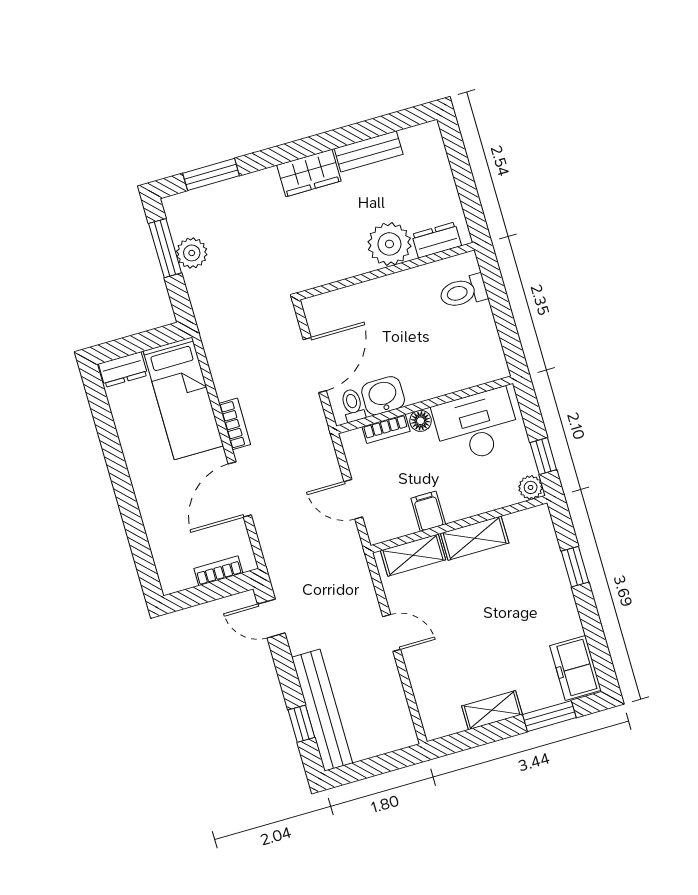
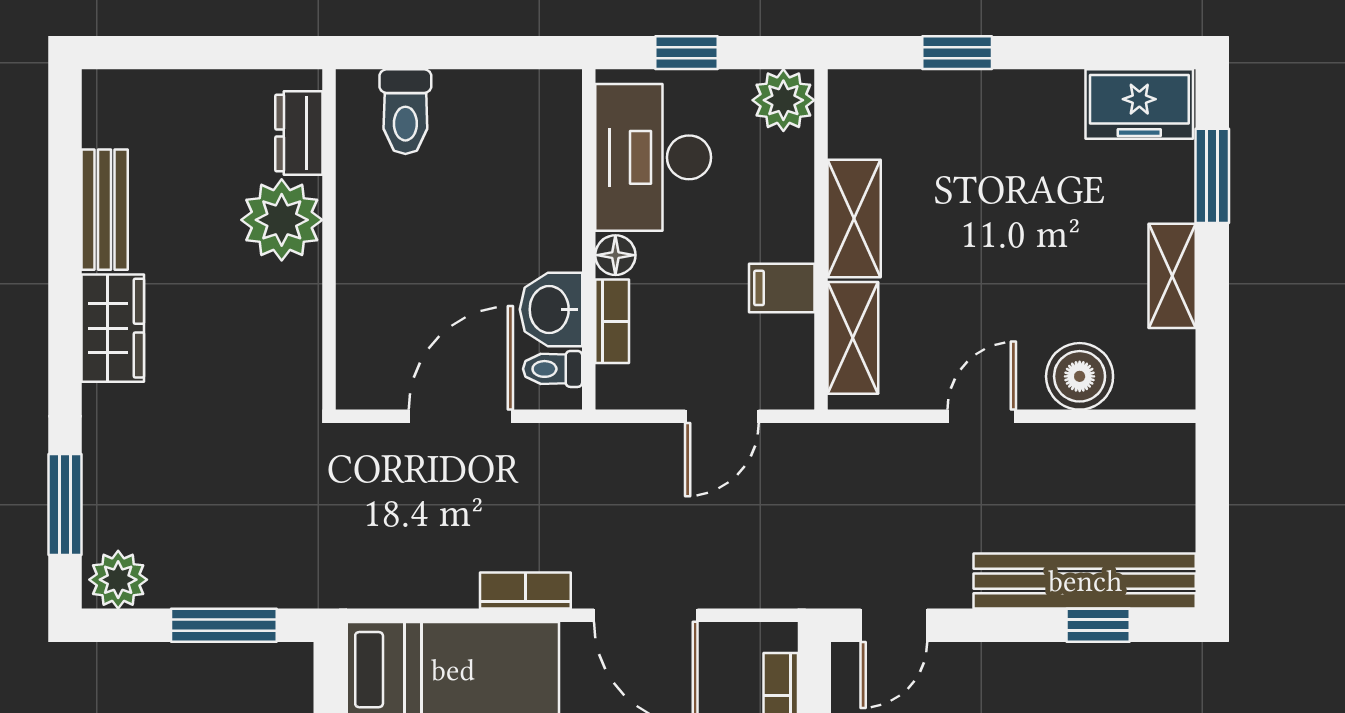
window: (165, 248) -> (224, 625), moved
plant: (192, 253) -> (118, 580), moved
door: (315, 365) -> (461, 416), hinge flipped
window: (543, 456) -> (686, 53), moved
plant: (531, 487) -> (783, 100), width x1.38, depth x1.38
boiler: (427, 677) -> (1080, 376), added

